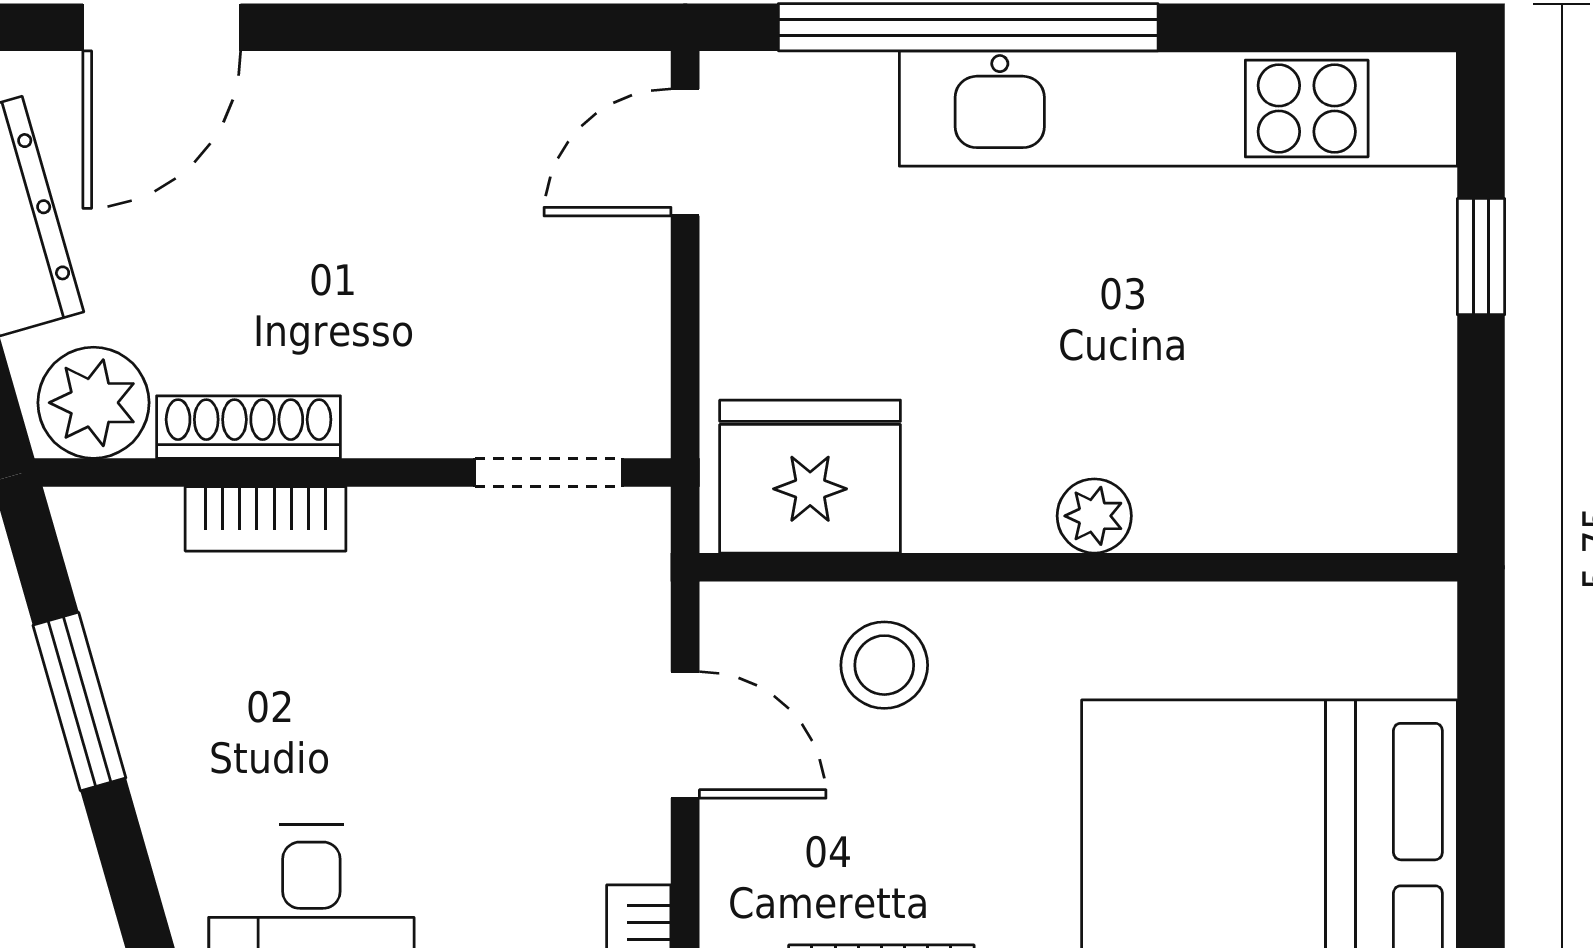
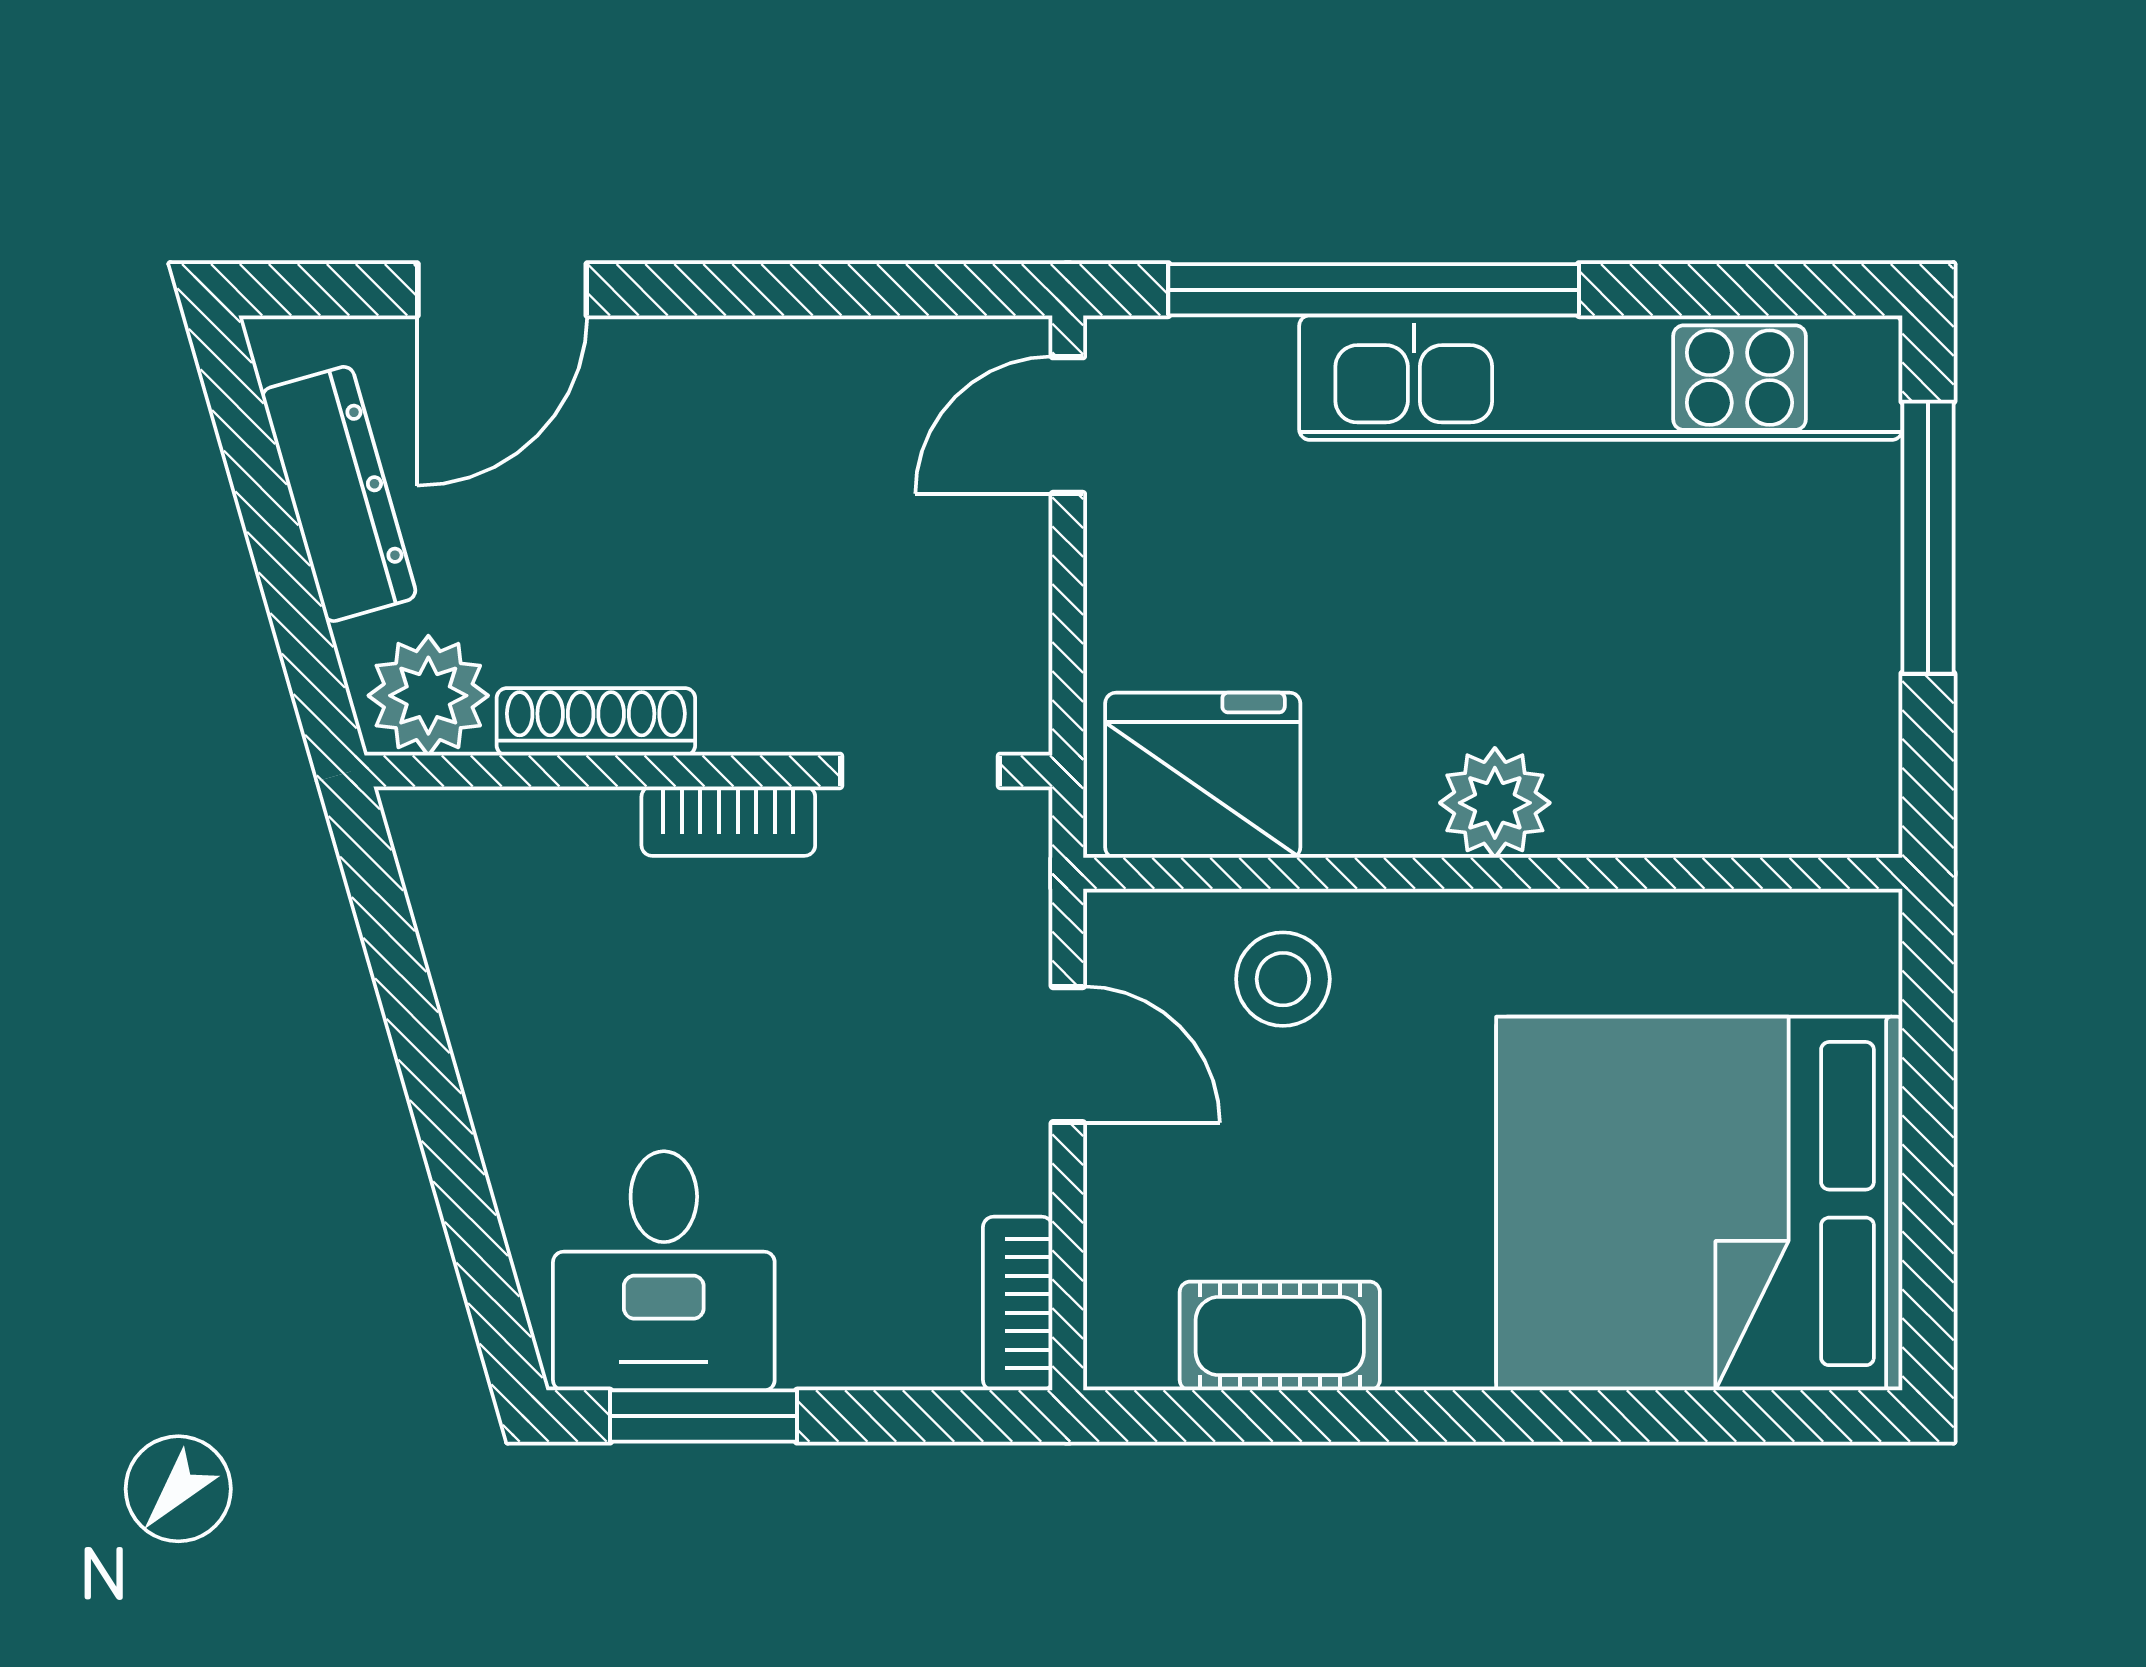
window: (1481, 257) -> (1928, 538), width x2.17
plant: (1094, 516) -> (1495, 803), width x1.38, depth x1.38
bookcase: (266, 519) -> (728, 821), moved
window: (79, 701) -> (413, 1018), removed

